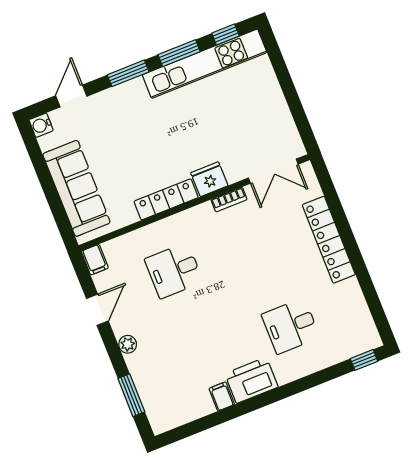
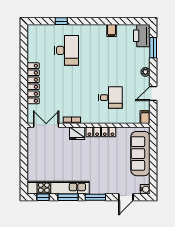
desk: (291, 326) -> (67, 50), width x1.37
window: (364, 360) -> (61, 21), moved
printer: (251, 380) -> (142, 36), moved, turned 90

